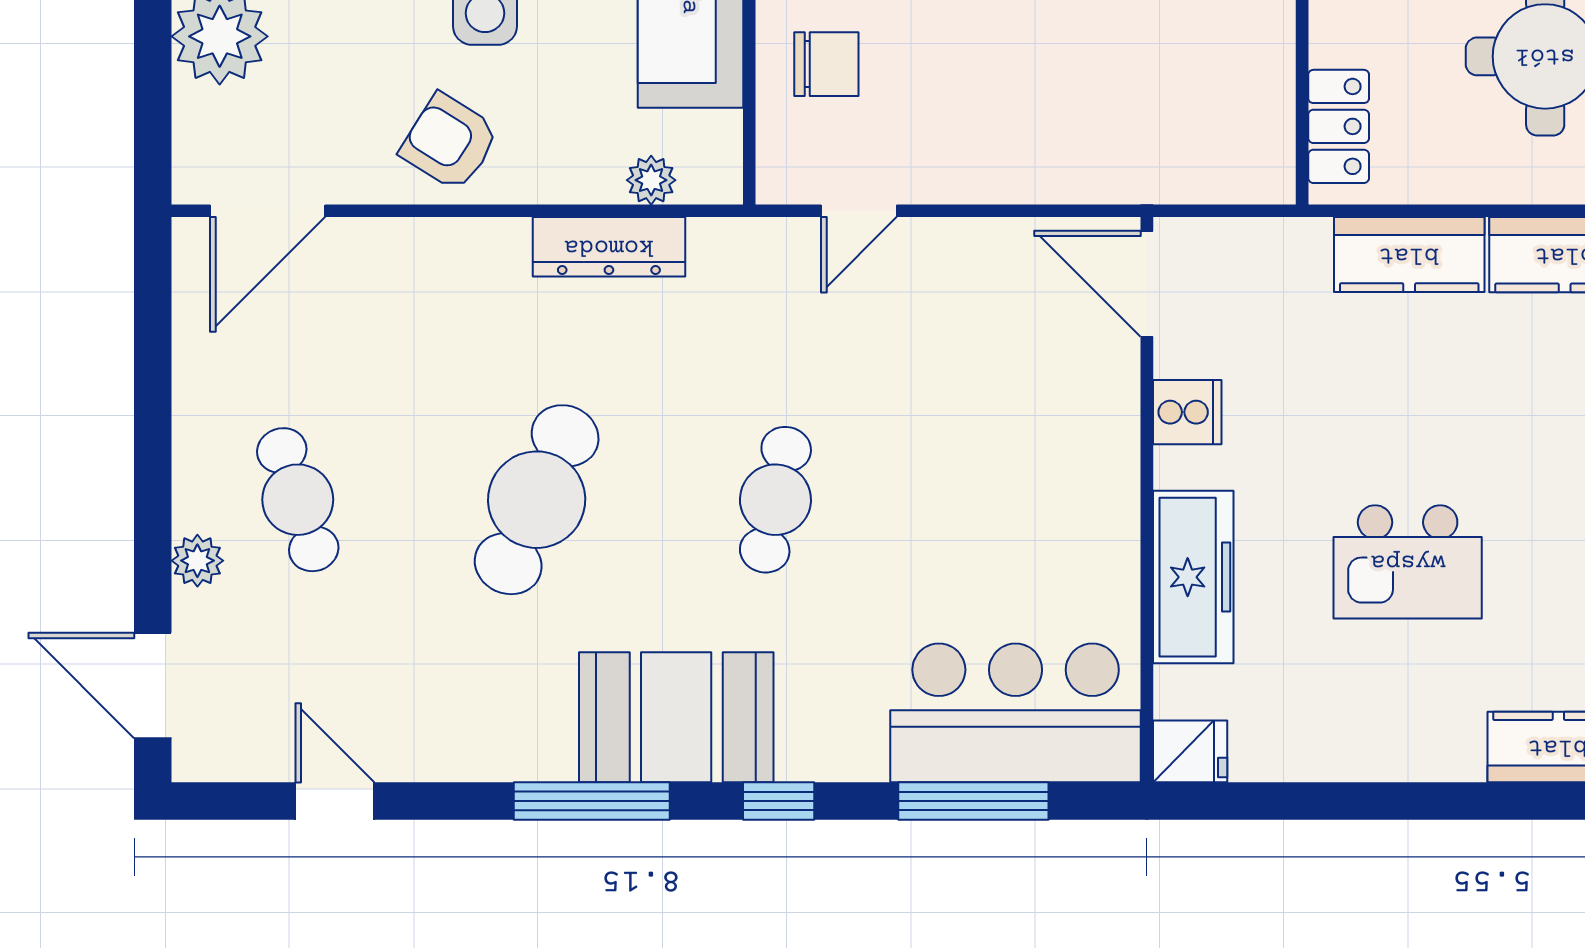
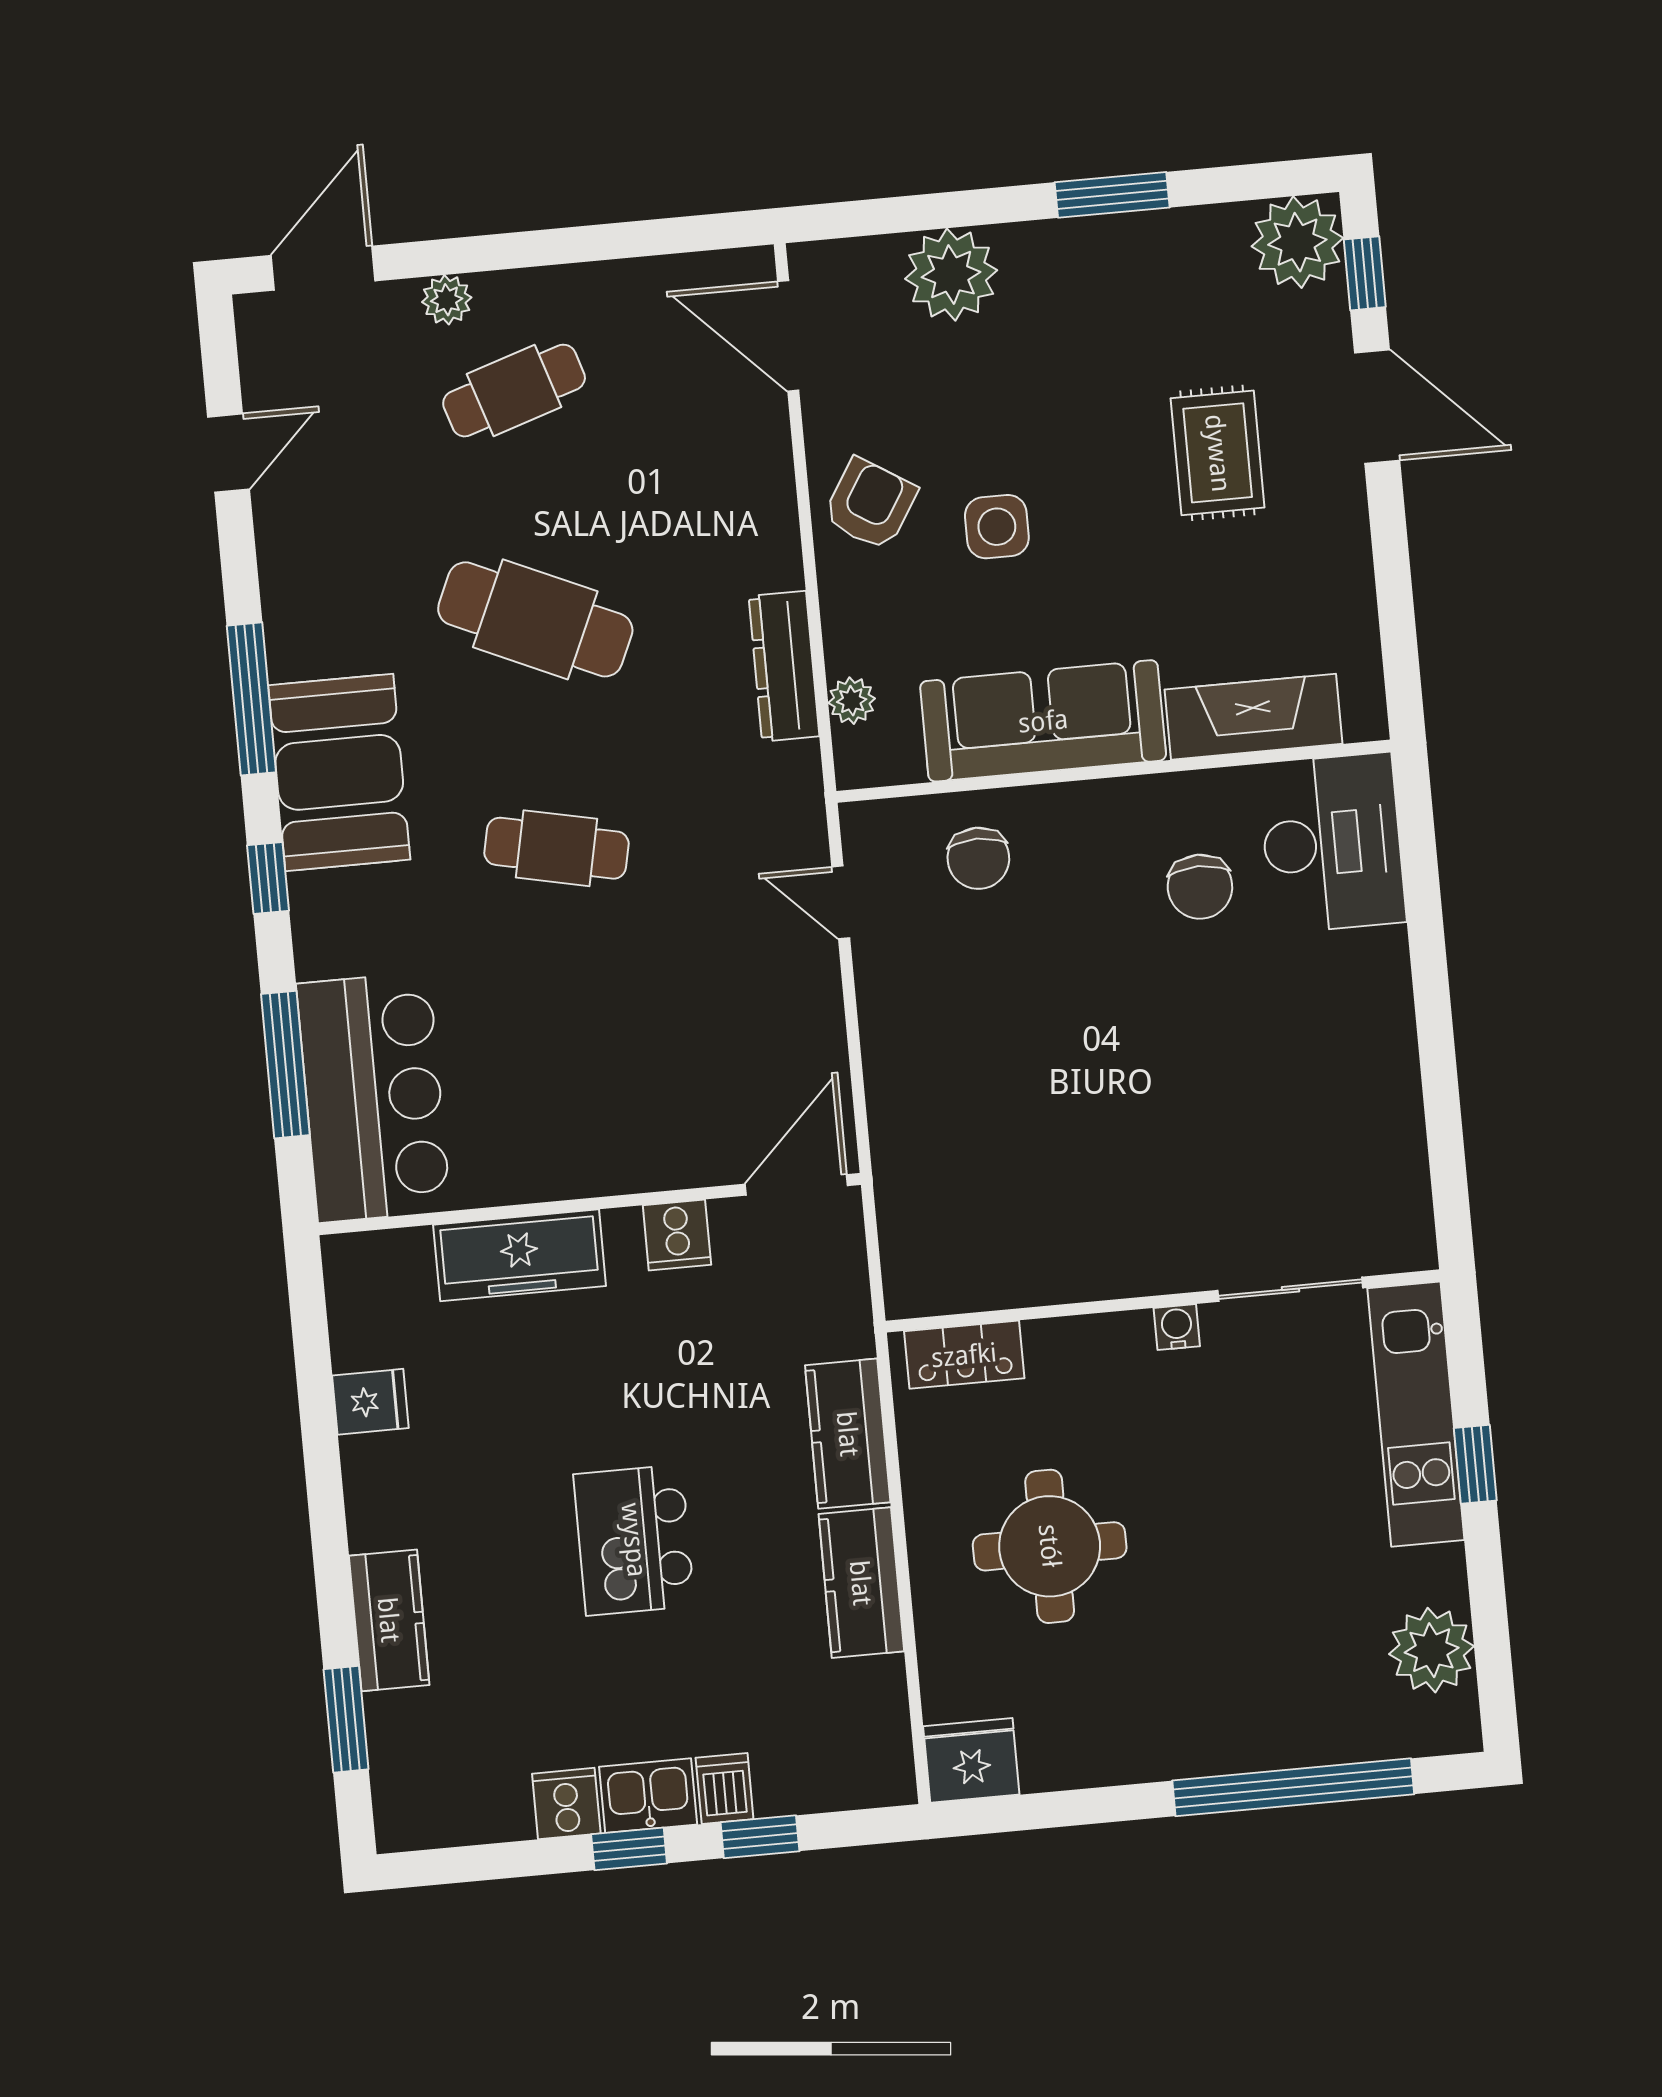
kitchen island: (1408, 562) -> (634, 1540), moved
fridge: (1190, 751) -> (370, 1402), moved, turned -90

